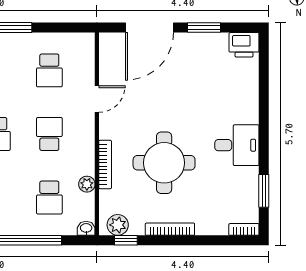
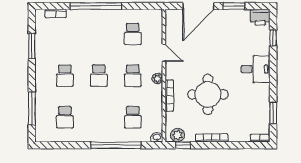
window: (264, 76) -> (273, 38), added
door: (97, 99) -> (164, 53), hinge flipped
school desk: (49, 134) -> (133, 76), turned 180
desk: (237, 145) -> (255, 69), moved
plant: (87, 184) -> (157, 79), moved

